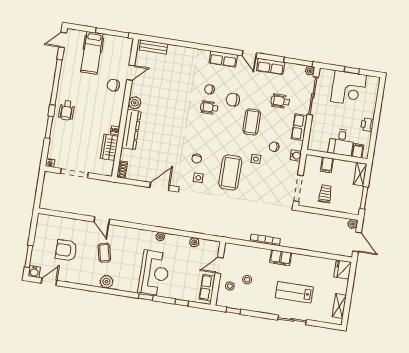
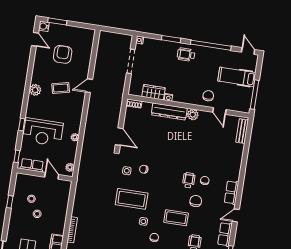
door: (219, 265) -> (52, 176), moved
wall: (218, 273) -> (45, 175), moved
row of seats: (207, 288) -> (32, 165), moved

